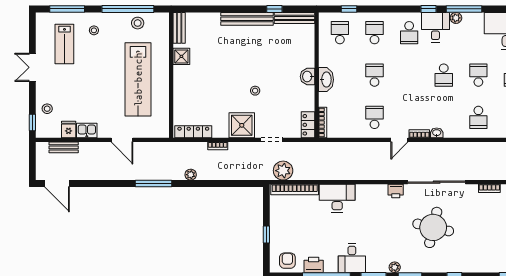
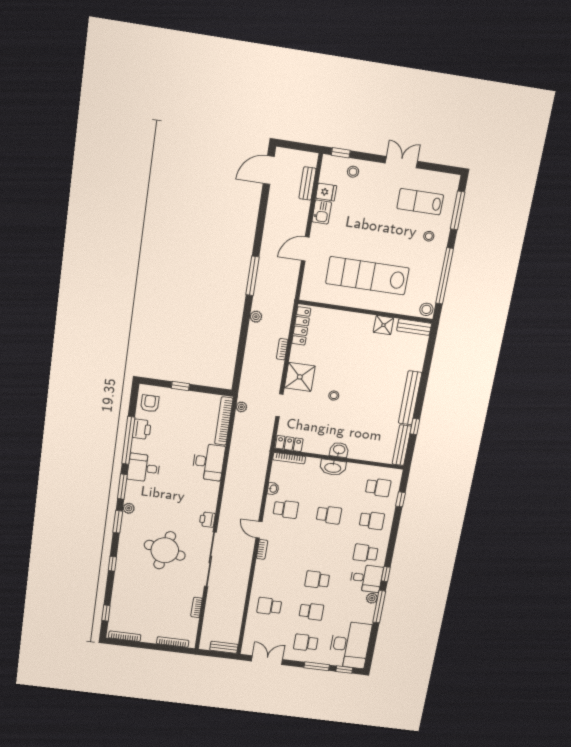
stool: (138, 23) -> (426, 309), moved
washbasin: (437, 133) -> (273, 489), moved
plant: (283, 171) -> (241, 407), width x0.53, depth x0.53
armchair: (287, 261) -> (150, 403), turned -90

